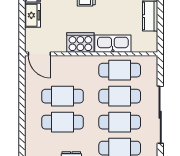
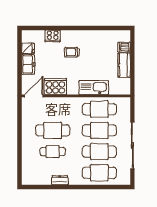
cooker: (80, 42) -> (56, 87), moved
door: (39, 54) -> (34, 96), swing flipped
cafe table: (63, 122) -> (53, 152), width x0.73, depth x0.74

